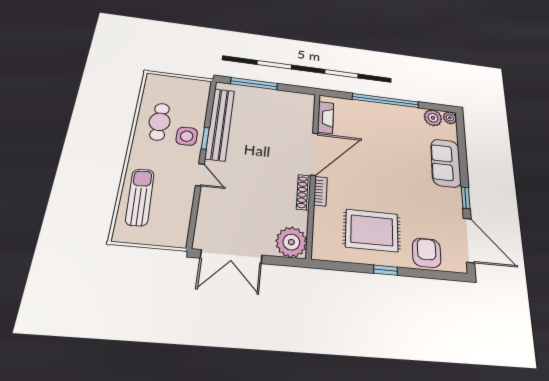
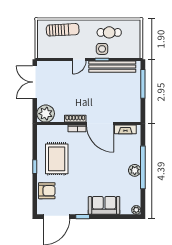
plant: (433, 118) -> (135, 170), moved

